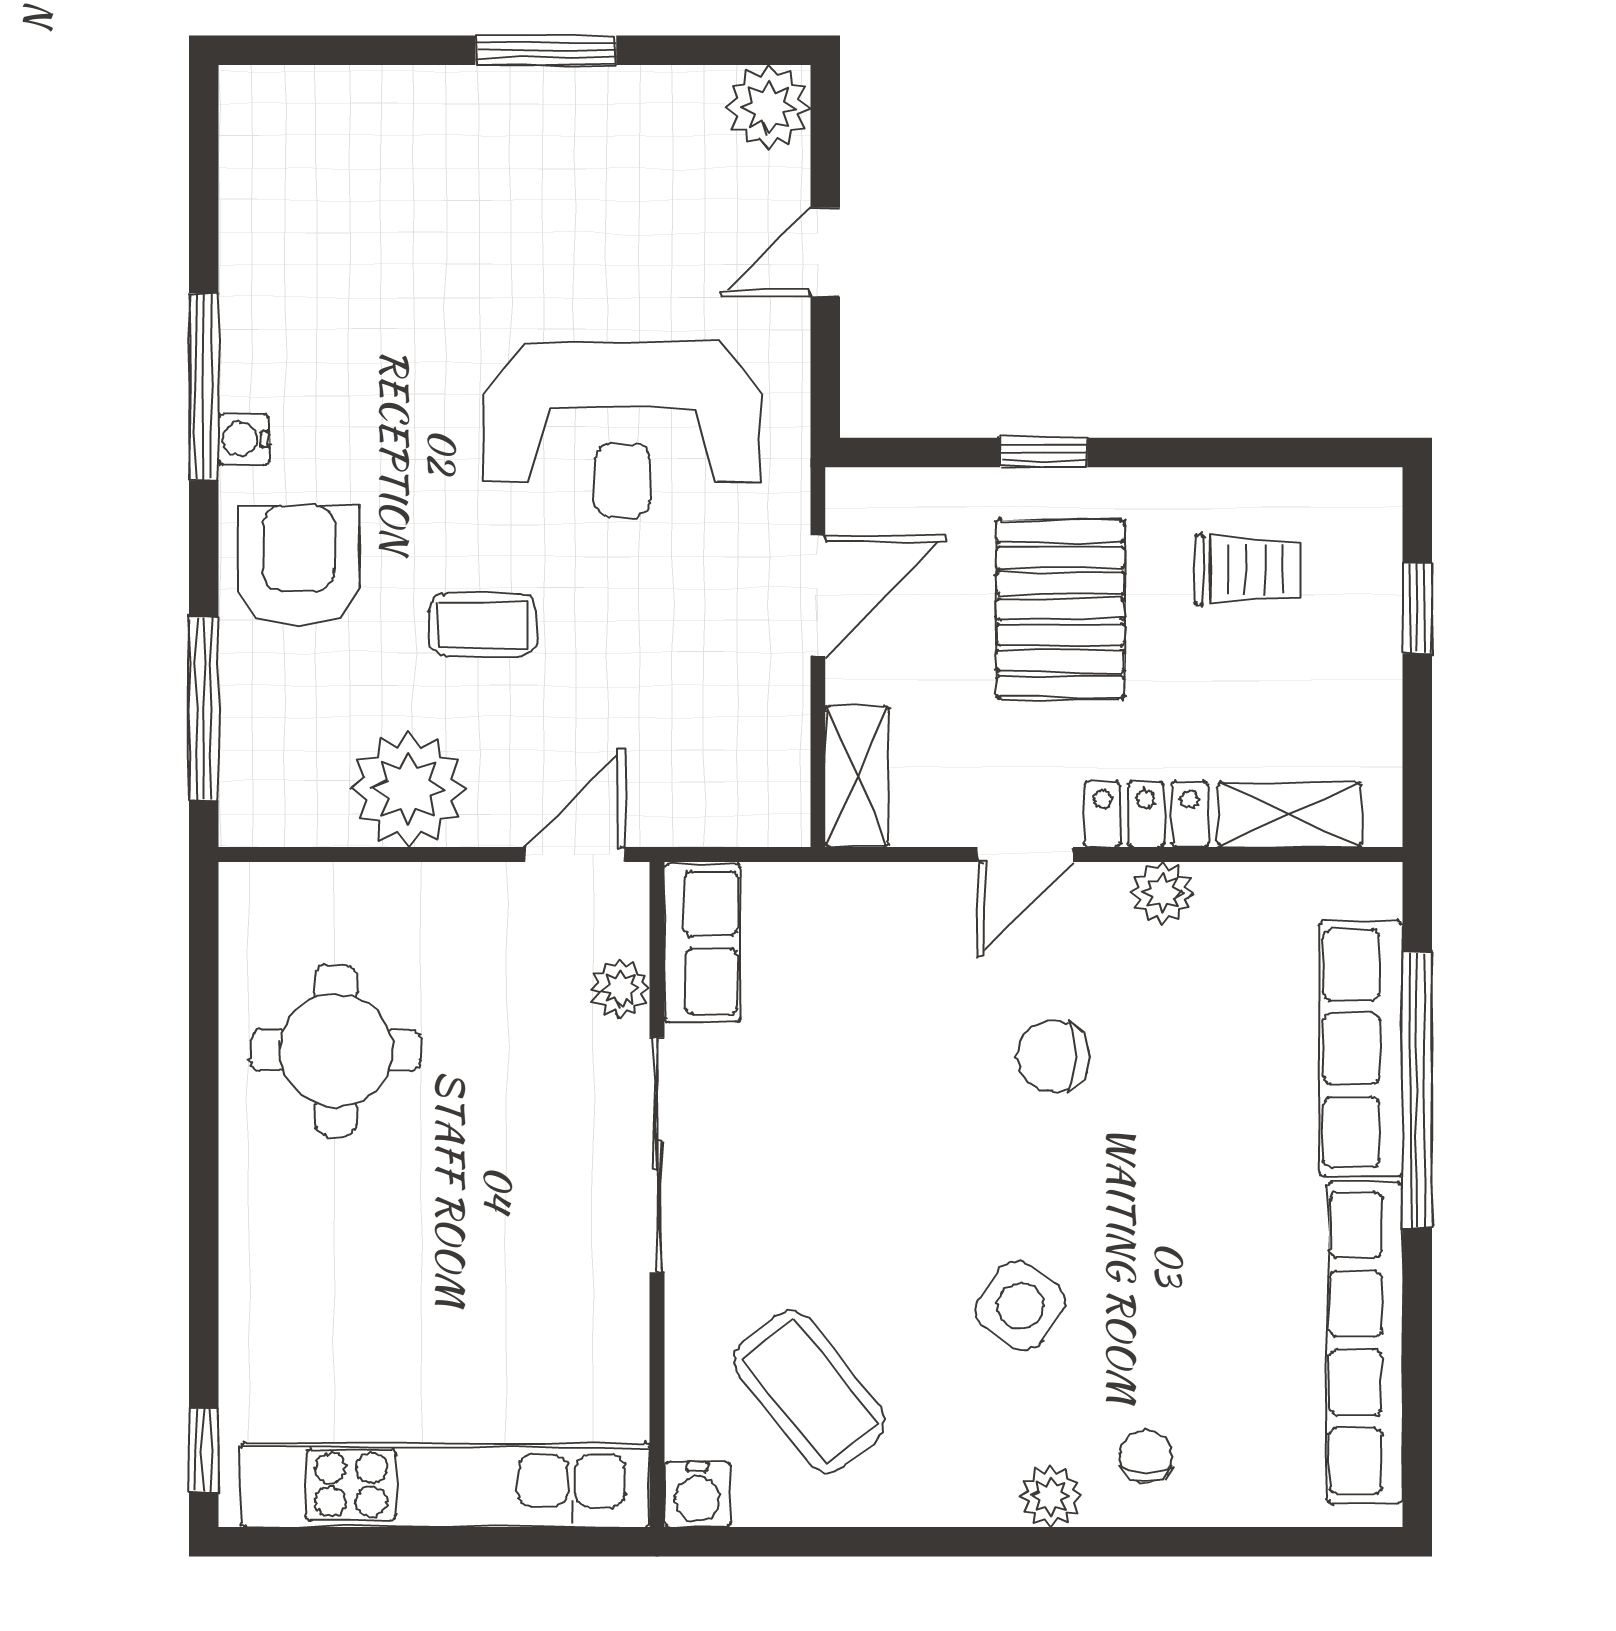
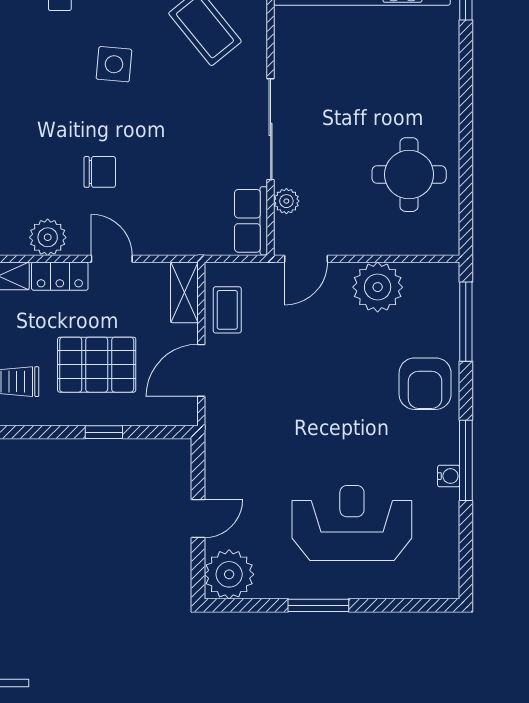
plant: (768, 107) -> (229, 574), width x1.36, depth x1.36
reception desk: (622, 429) -> (352, 523), moved
water cooler: (244, 439) -> (449, 476), moved
pallet: (1060, 609) -> (97, 365), turned 90
coffee table: (483, 625) -> (227, 310), moved, turned 90
door: (1025, 854) -> (112, 259), hinge flipped
plant: (1162, 893) -> (48, 237), width x1.38, depth x1.38
side table: (1020, 1306) -> (114, 64), turned -30

